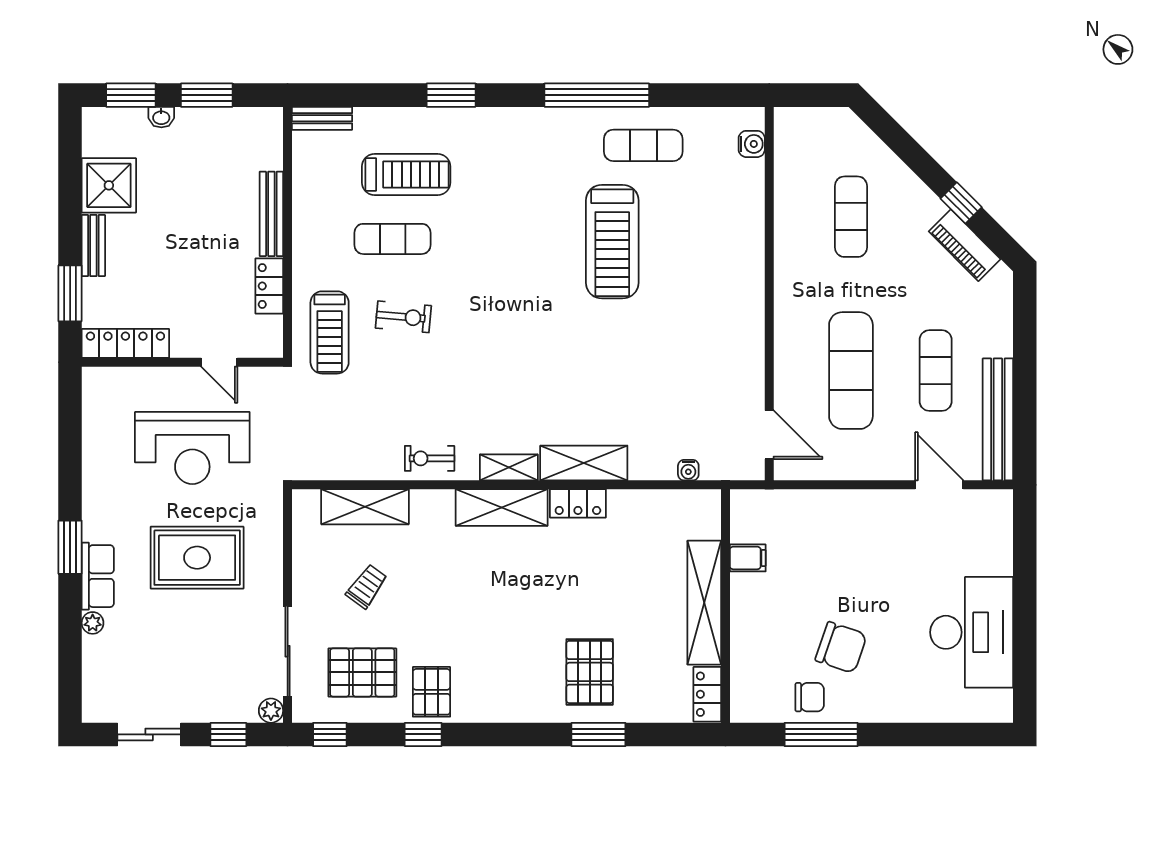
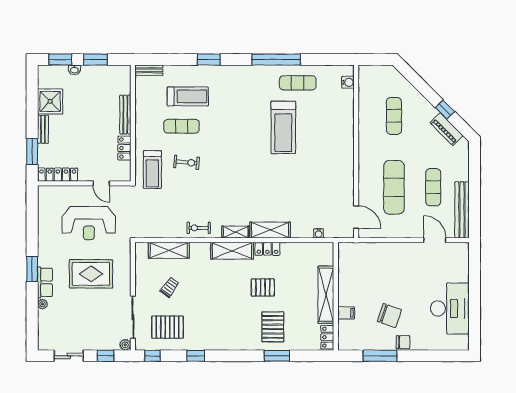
filing cabinet: (748, 558) -> (346, 313), moved
pallet: (431, 692) -> (263, 288), moved, turned 90
chair: (810, 697) -> (403, 342), moved

